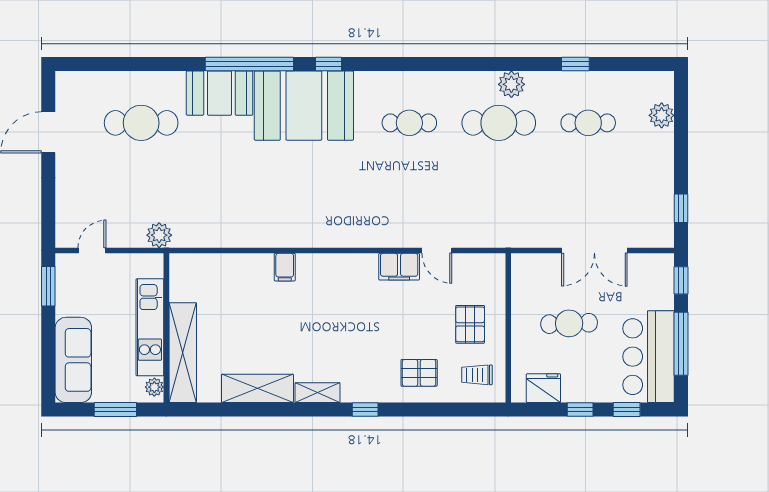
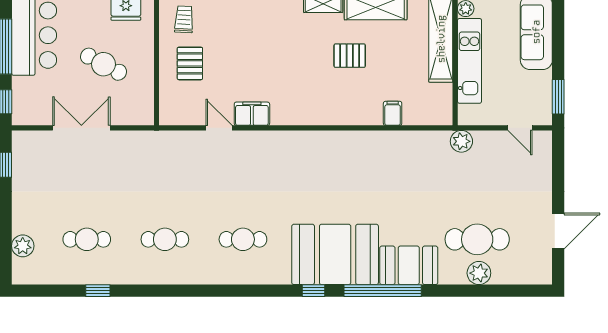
plant: (511, 84) -> (479, 273), moved
cafe table: (499, 123) -> (165, 239), width x0.73, depth x0.74
door: (92, 250) -> (520, 128), hinge flipped
filing cabinet: (285, 267) -> (393, 113), moved
cafe table: (569, 323) -> (103, 64), turned 30
pallet: (419, 373) -> (350, 56), moved
trolley: (477, 375) -> (184, 19), turned -87

